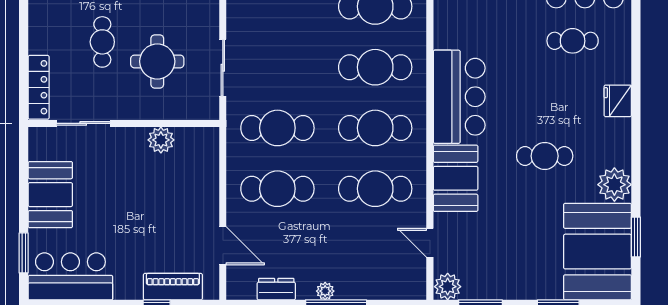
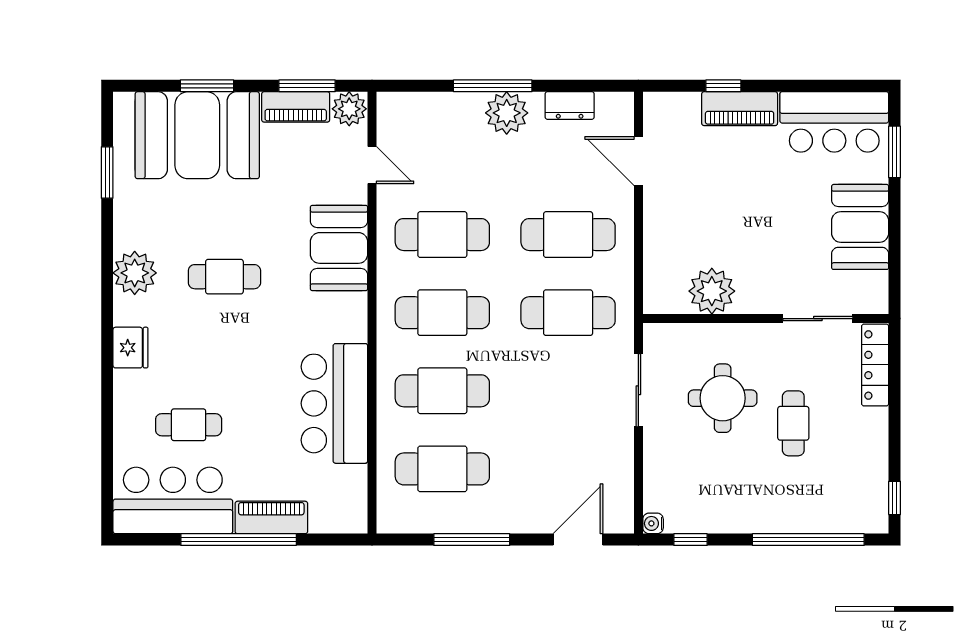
bar counter: (459, 97) -> (334, 403), moved
plant: (161, 140) -> (712, 291), width x1.36, depth x1.36
plant: (614, 185) -> (135, 273), moved
booth: (598, 252) -> (197, 135), moved, turned 90
piano: (173, 287) -> (740, 109), moved
piano: (489, 288) -> (296, 107), added
plant: (325, 291) -> (507, 113), width x1.87, depth x1.87

